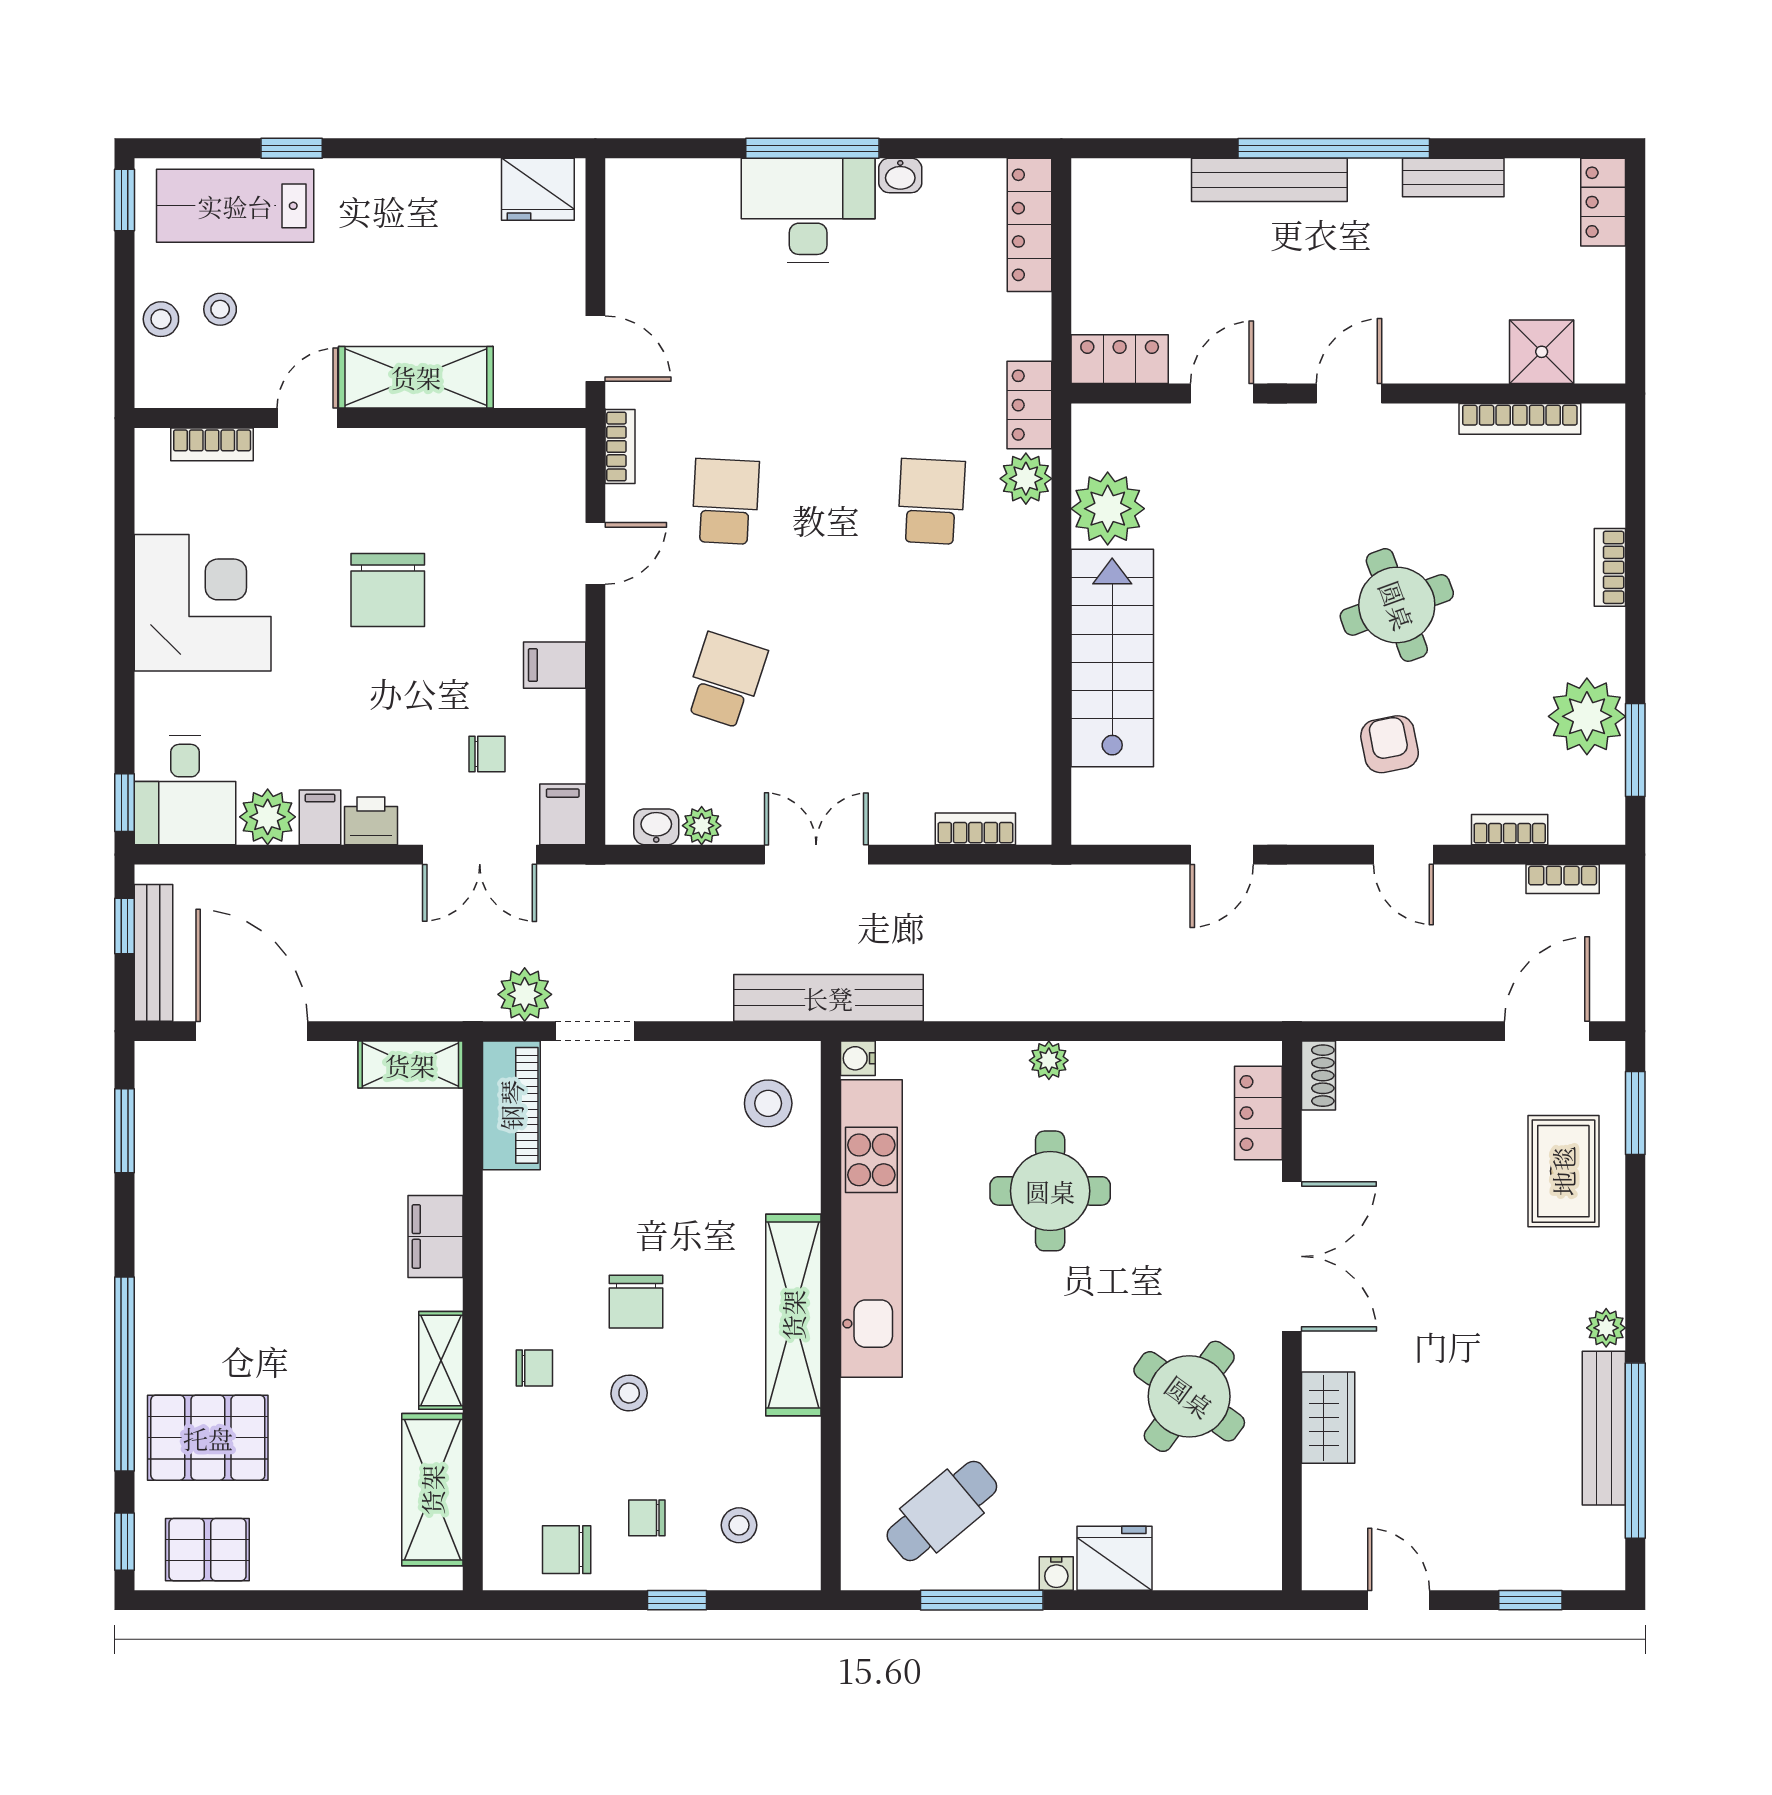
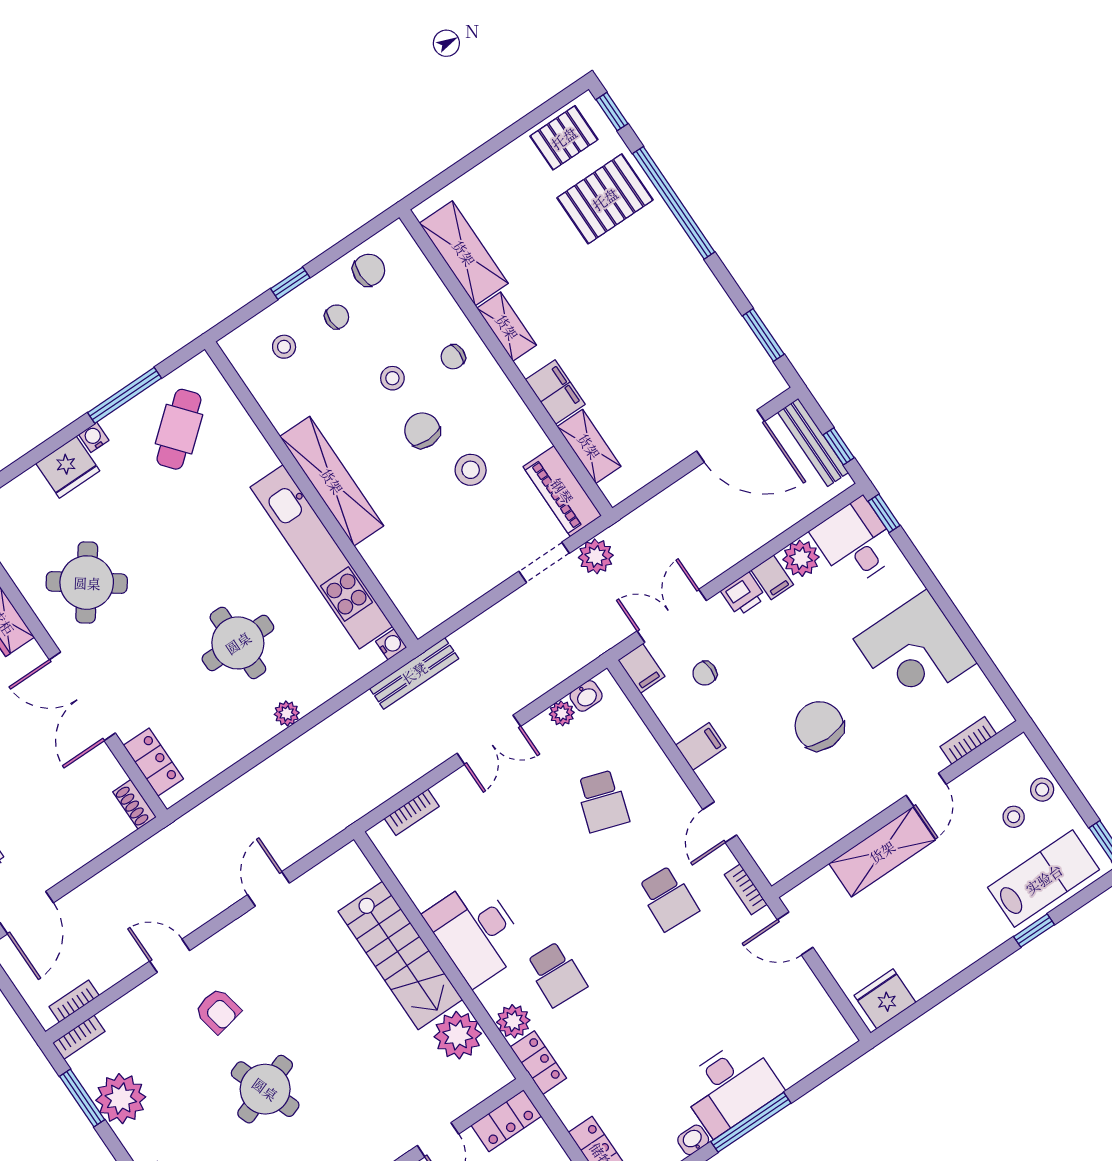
desk: (997, 623) -> (476, 932), added
bookcase: (1510, 830) -> (79, 1037), moved
bench: (828, 998) -> (414, 673), width x0.73, depth x0.82
shelving: (410, 1065) -> (589, 446), moved, turned 90
stool: (768, 1103) -> (471, 470), moved

